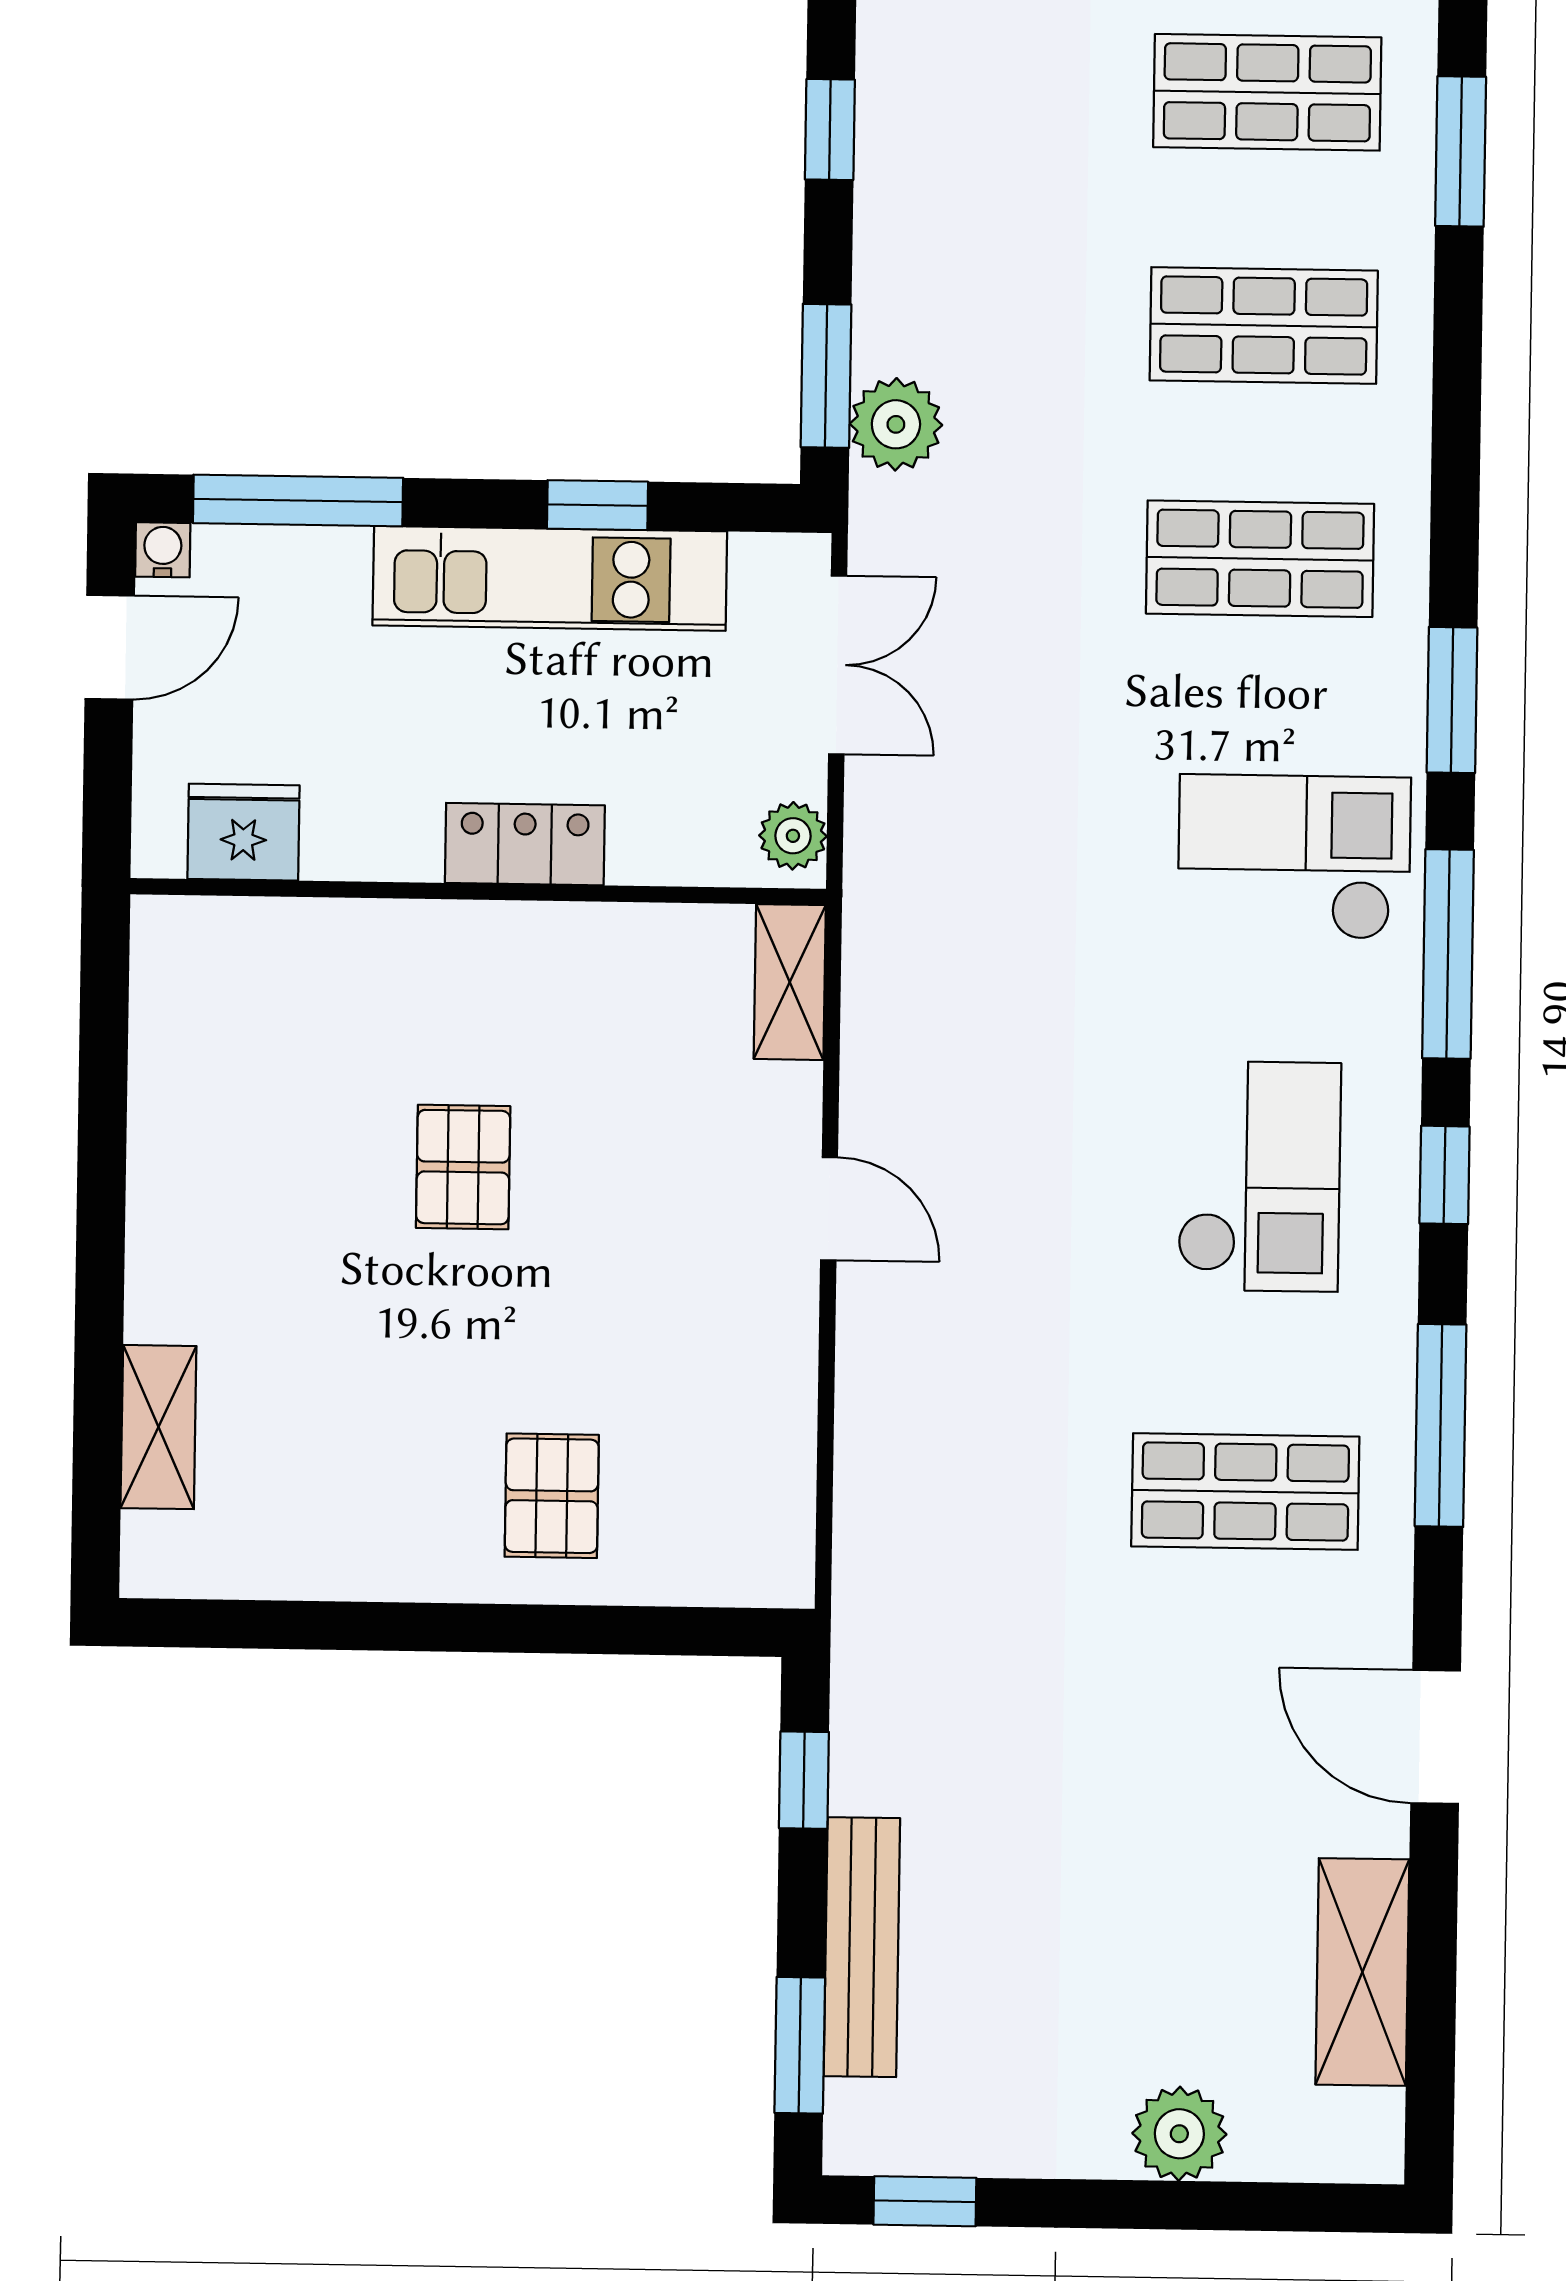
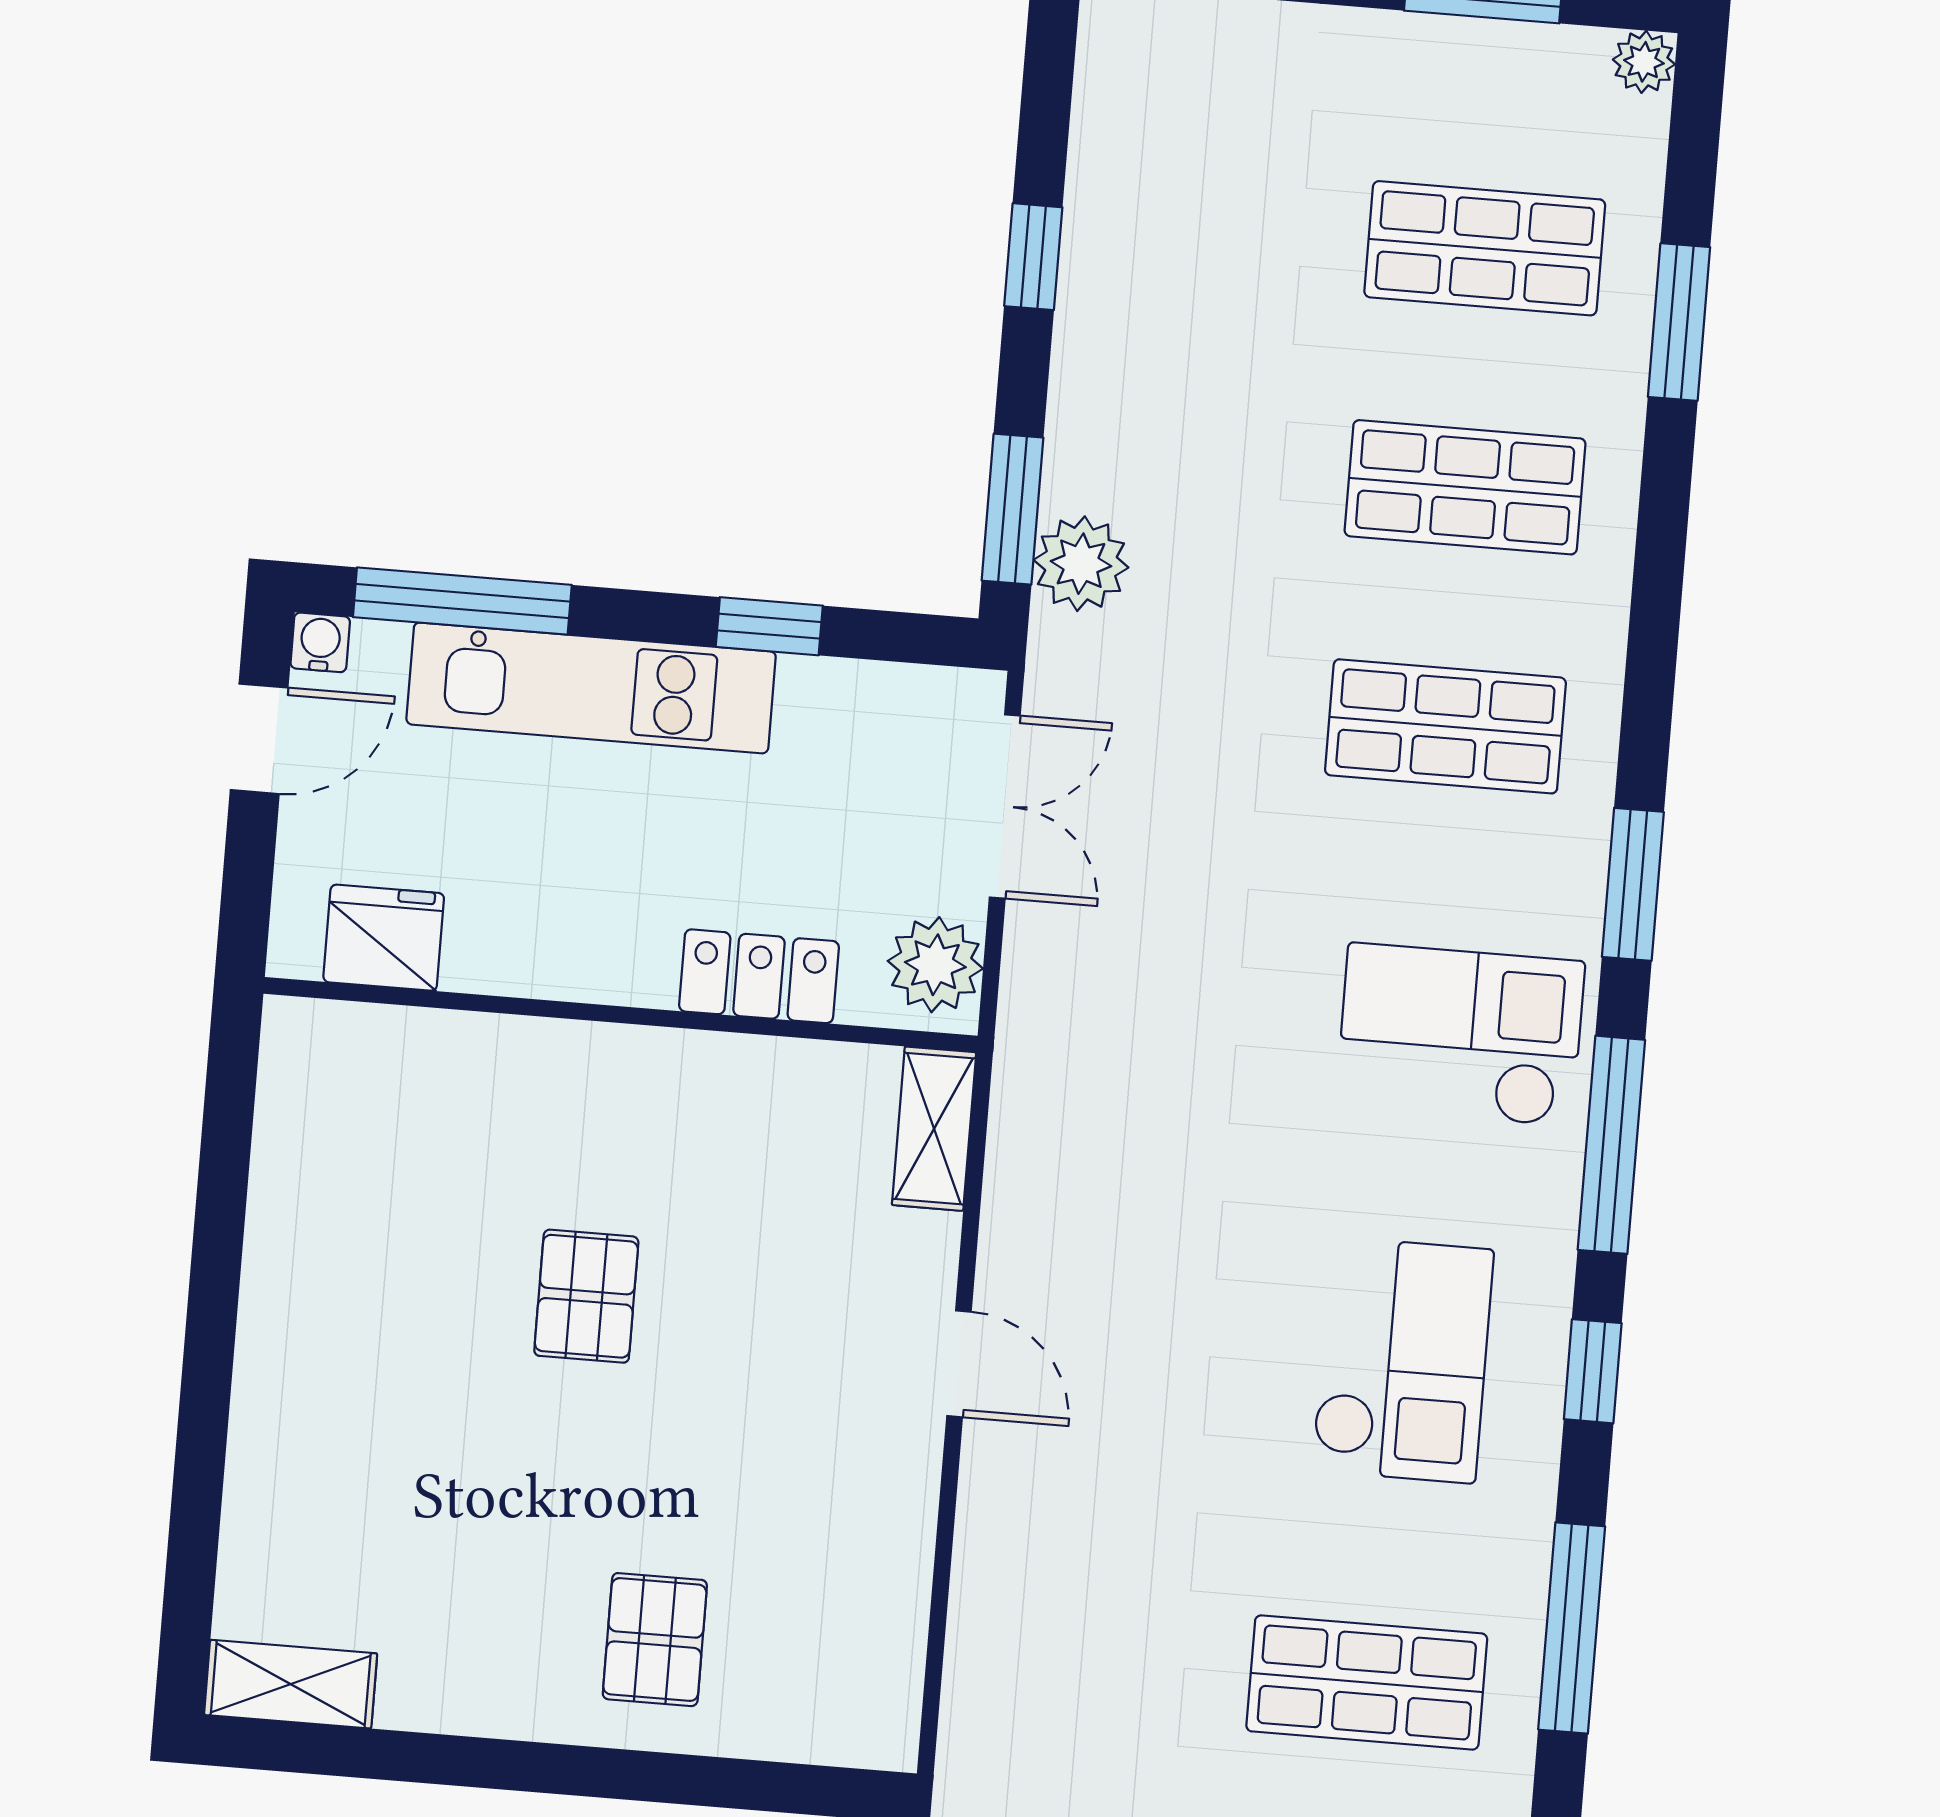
kitchen unit: (550, 578) -> (591, 688), moved
plant: (793, 836) -> (935, 965), width x1.38, depth x1.38
locker: (525, 844) -> (759, 976), moved
shelving: (158, 1427) -> (291, 1684), moved, turned 90

